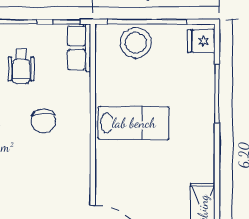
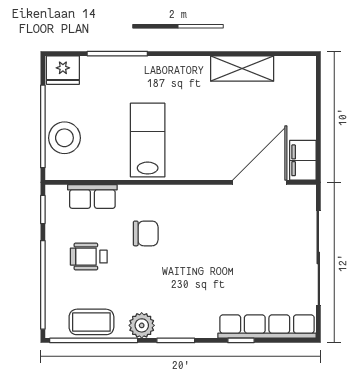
fridge: (201, 41) -> (63, 70), width x1.38
row of seats: (79, 48) -> (92, 196), moved
wheelchair: (21, 66) -> (89, 257), turned 180

